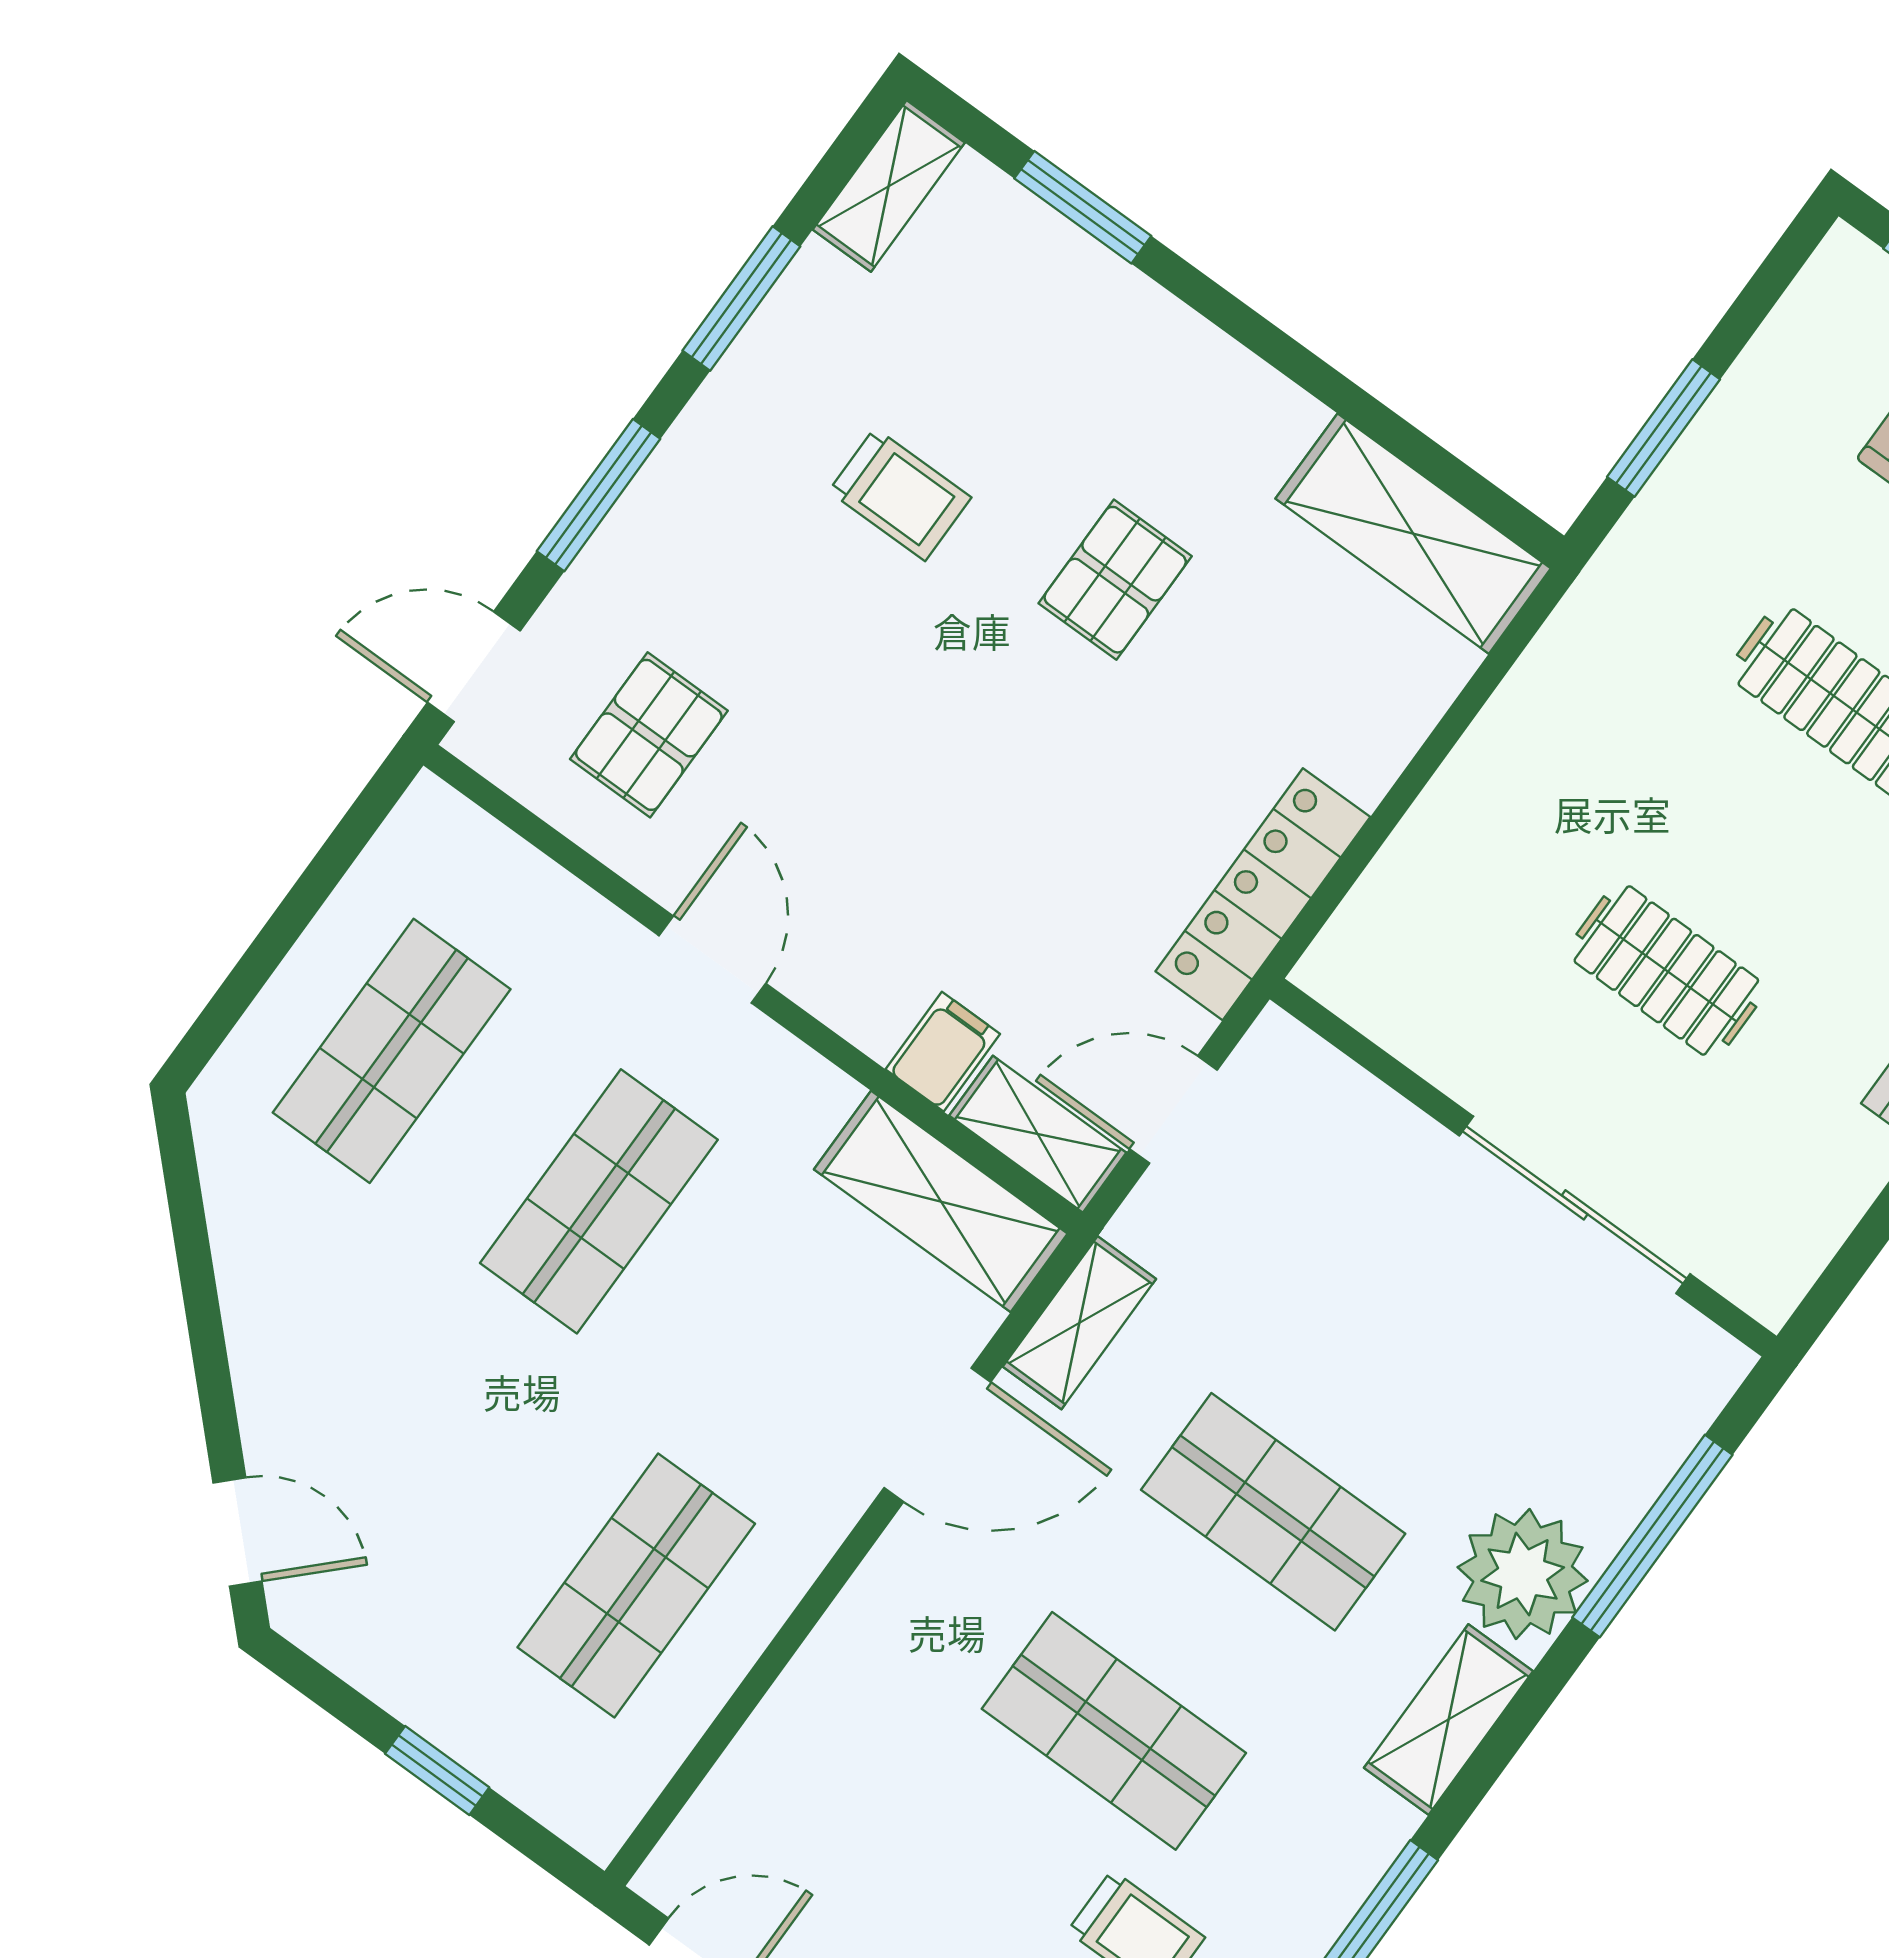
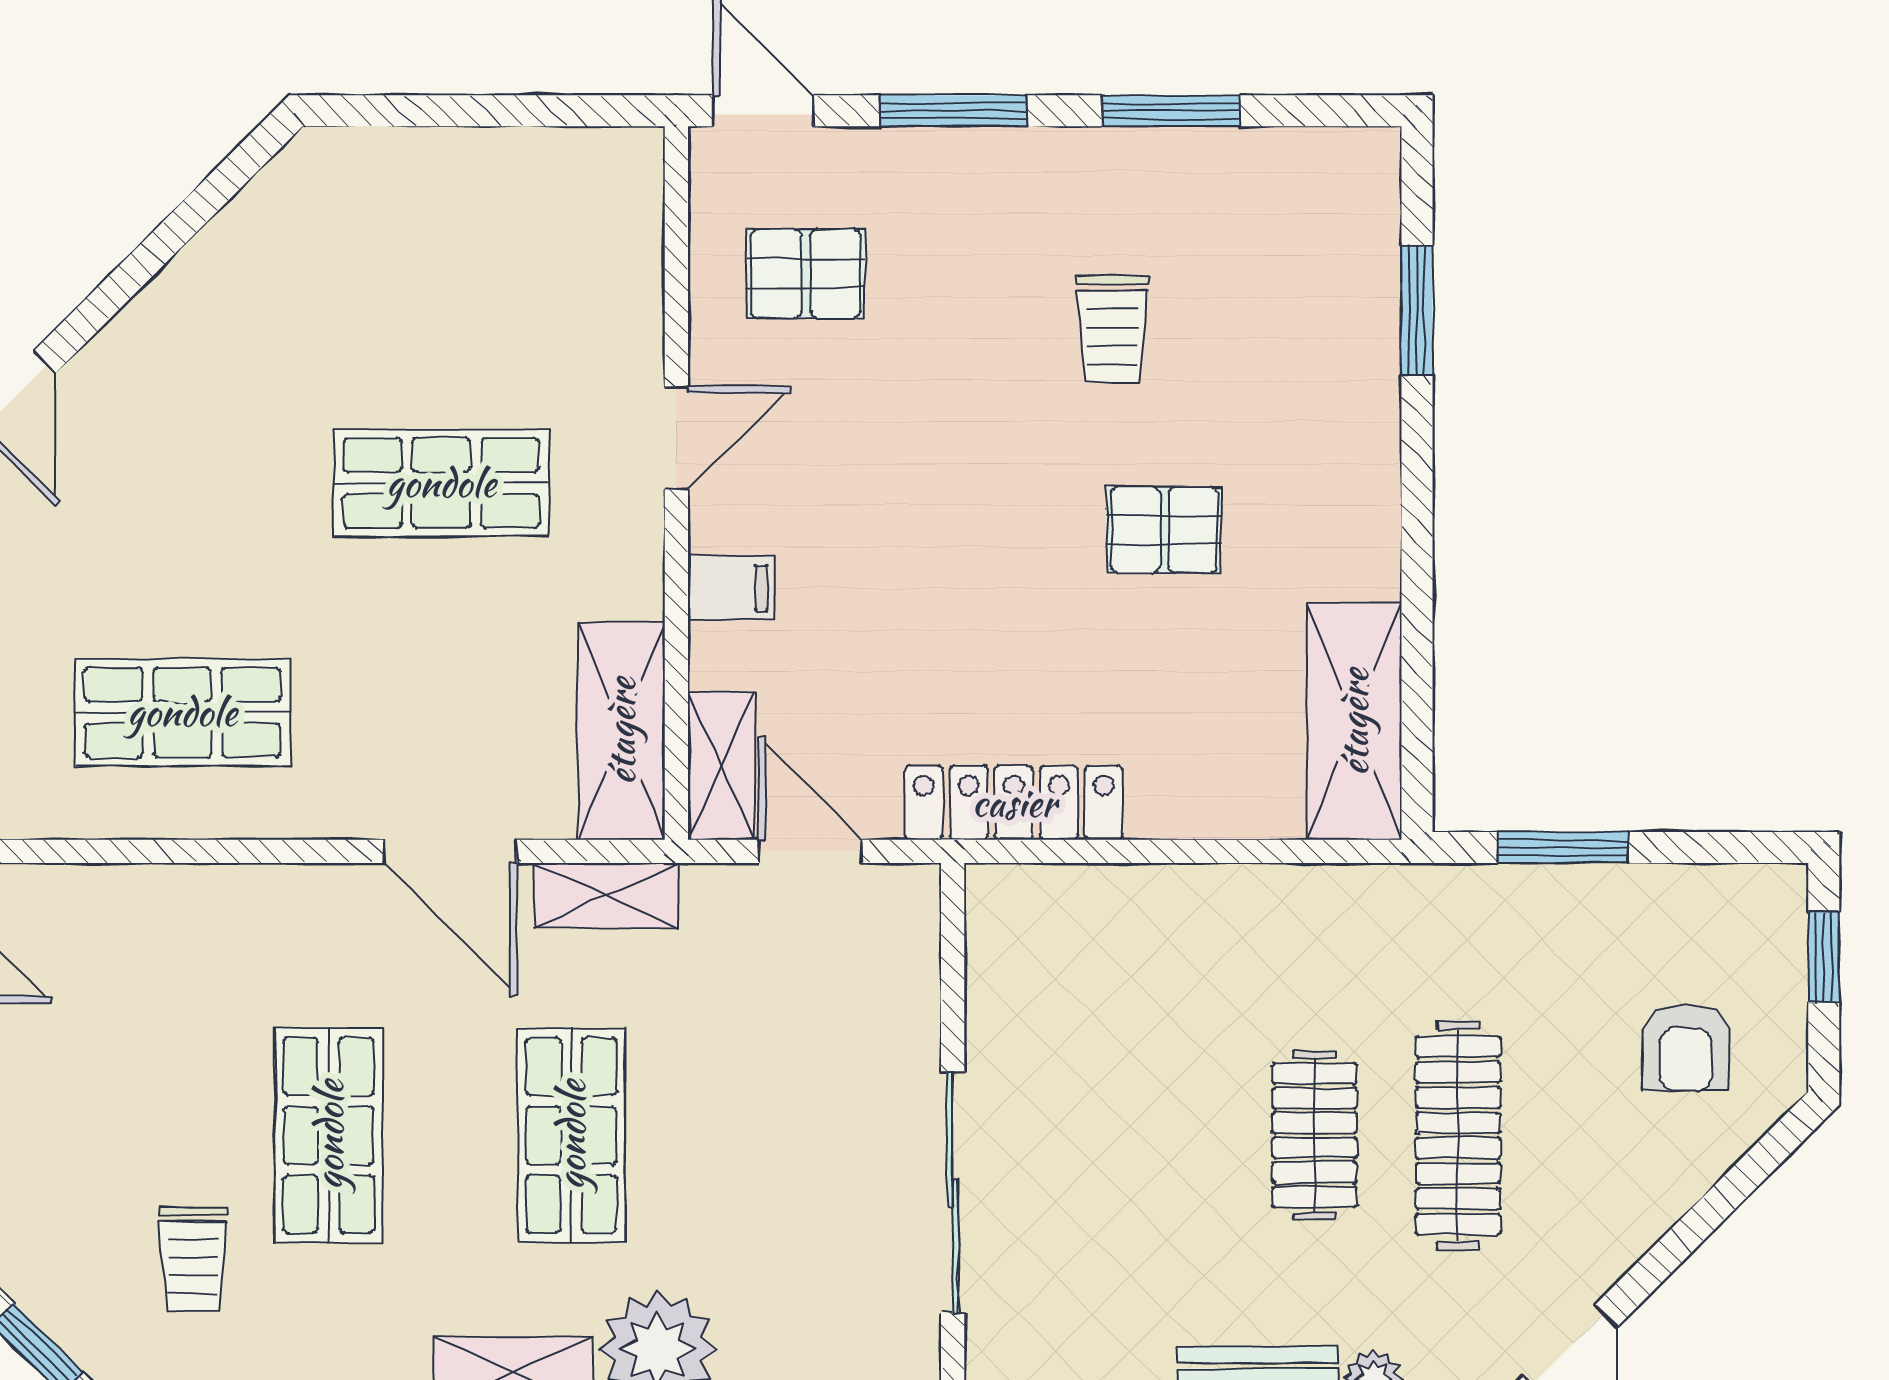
shelving: (889, 186) -> (1330, 158), removed
clothes rail: (1666, 971) -> (1315, 1135), moved
shop shelf: (392, 1051) -> (441, 253), removed
filing cabinet: (943, 1052) -> (731, 588), moved

